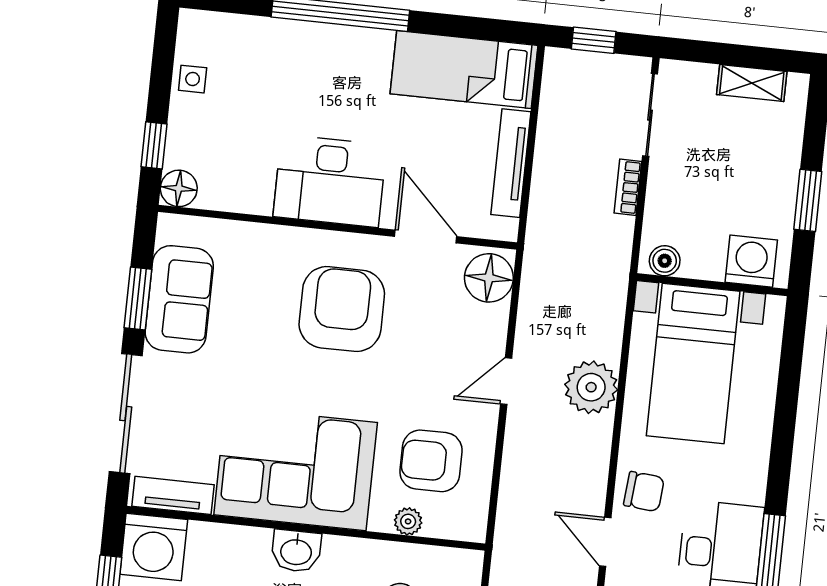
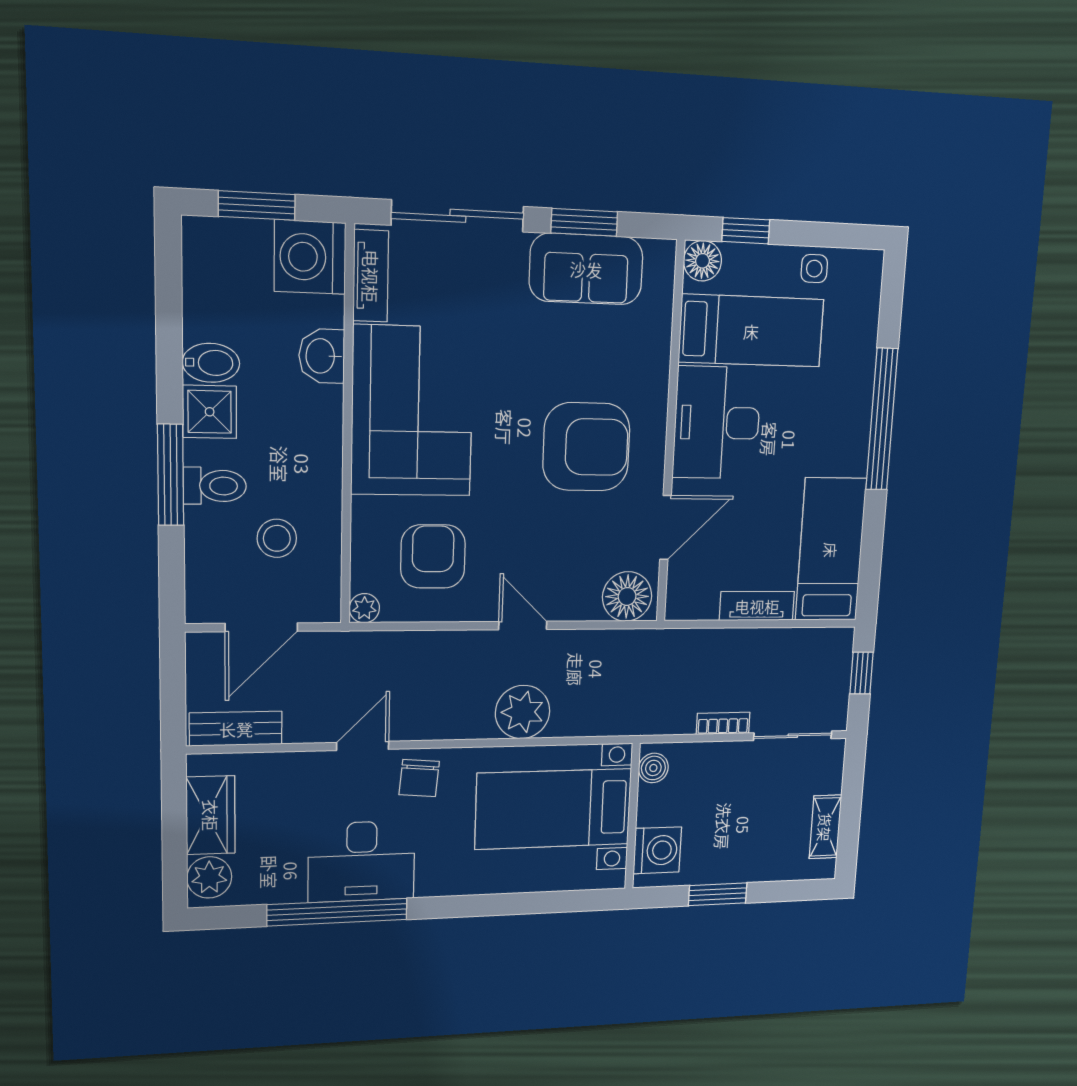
bed: (246, 143) -> (751, 331), added
tv unit: (511, 163) -> (757, 606), width x0.71
plant: (408, 521) -> (364, 608), moved
washbasin: (296, 551) -> (322, 356), moved

